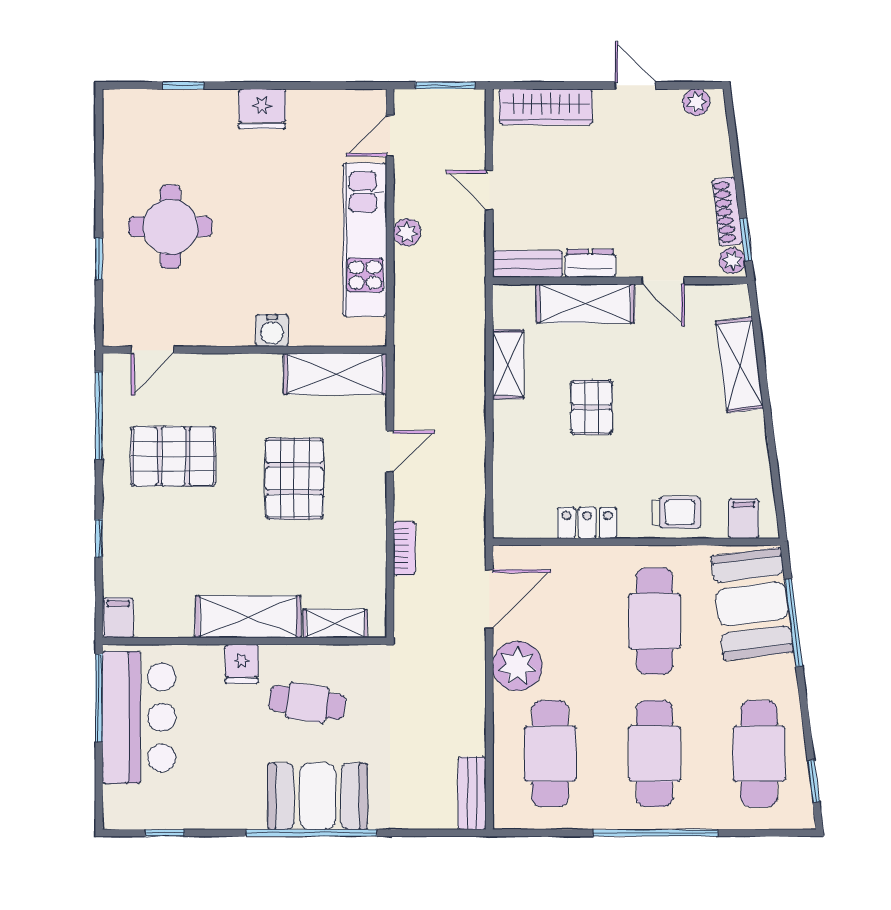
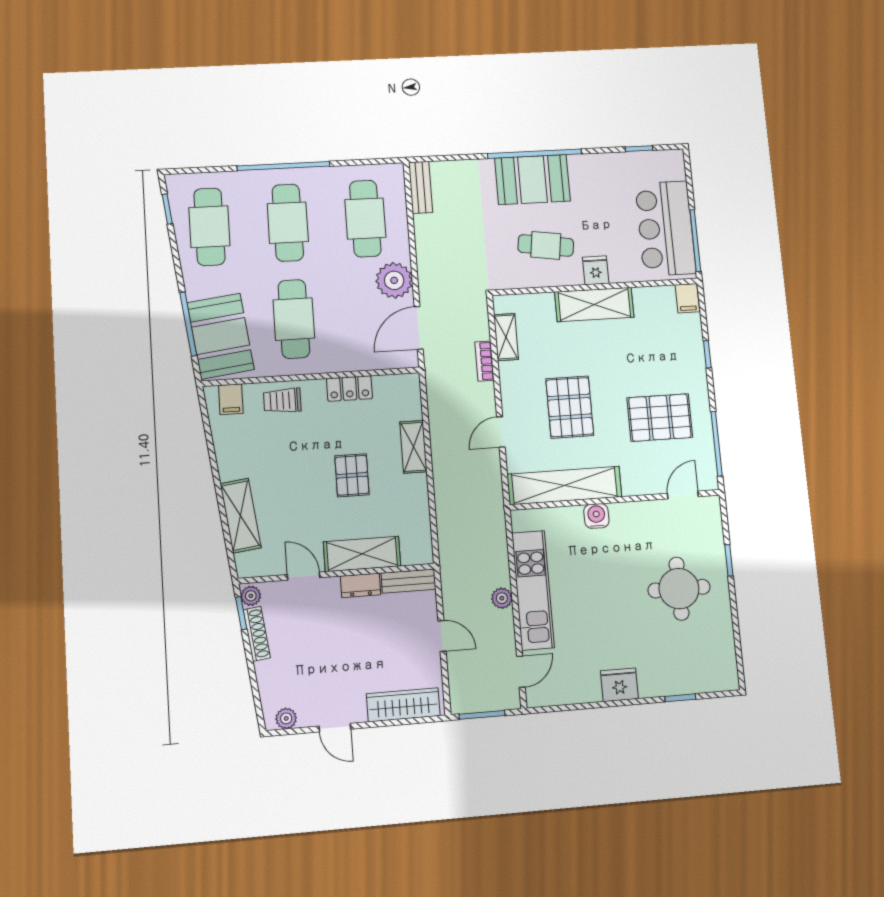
shelving: (508, 364) -> (413, 447), moved
shelving: (335, 374) -> (564, 486), width x1.47
shelving: (335, 623) -> (506, 337), moved, turned 90

